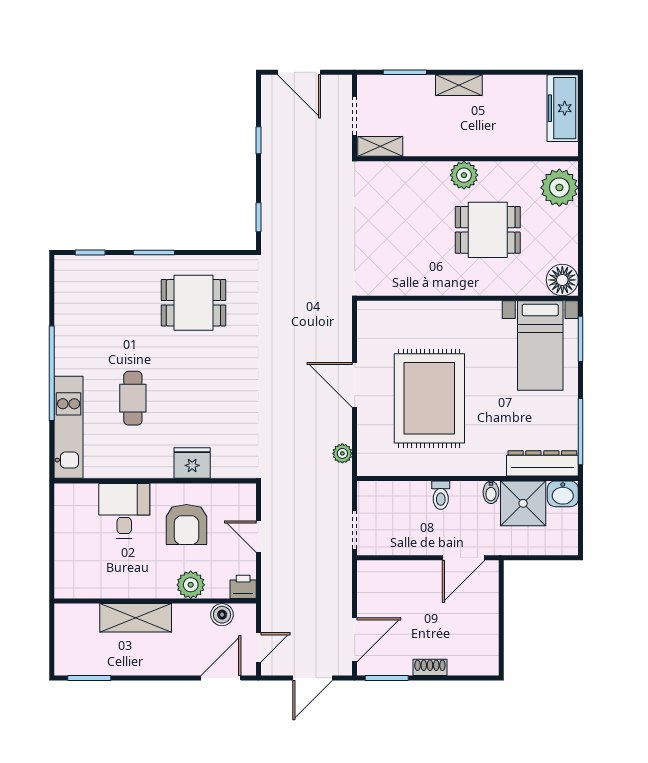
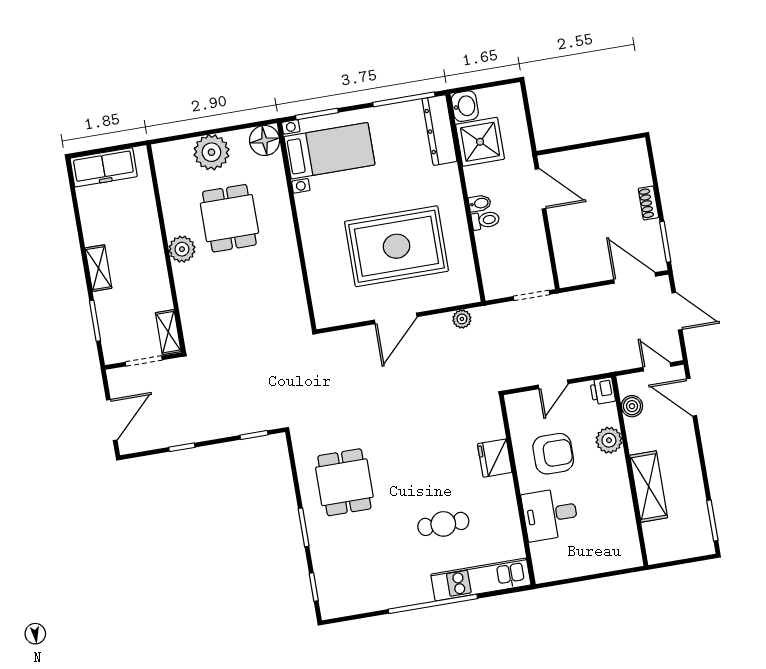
plant: (559, 188) -> (211, 152), moved
bidet: (491, 492) -> (480, 203), moved

